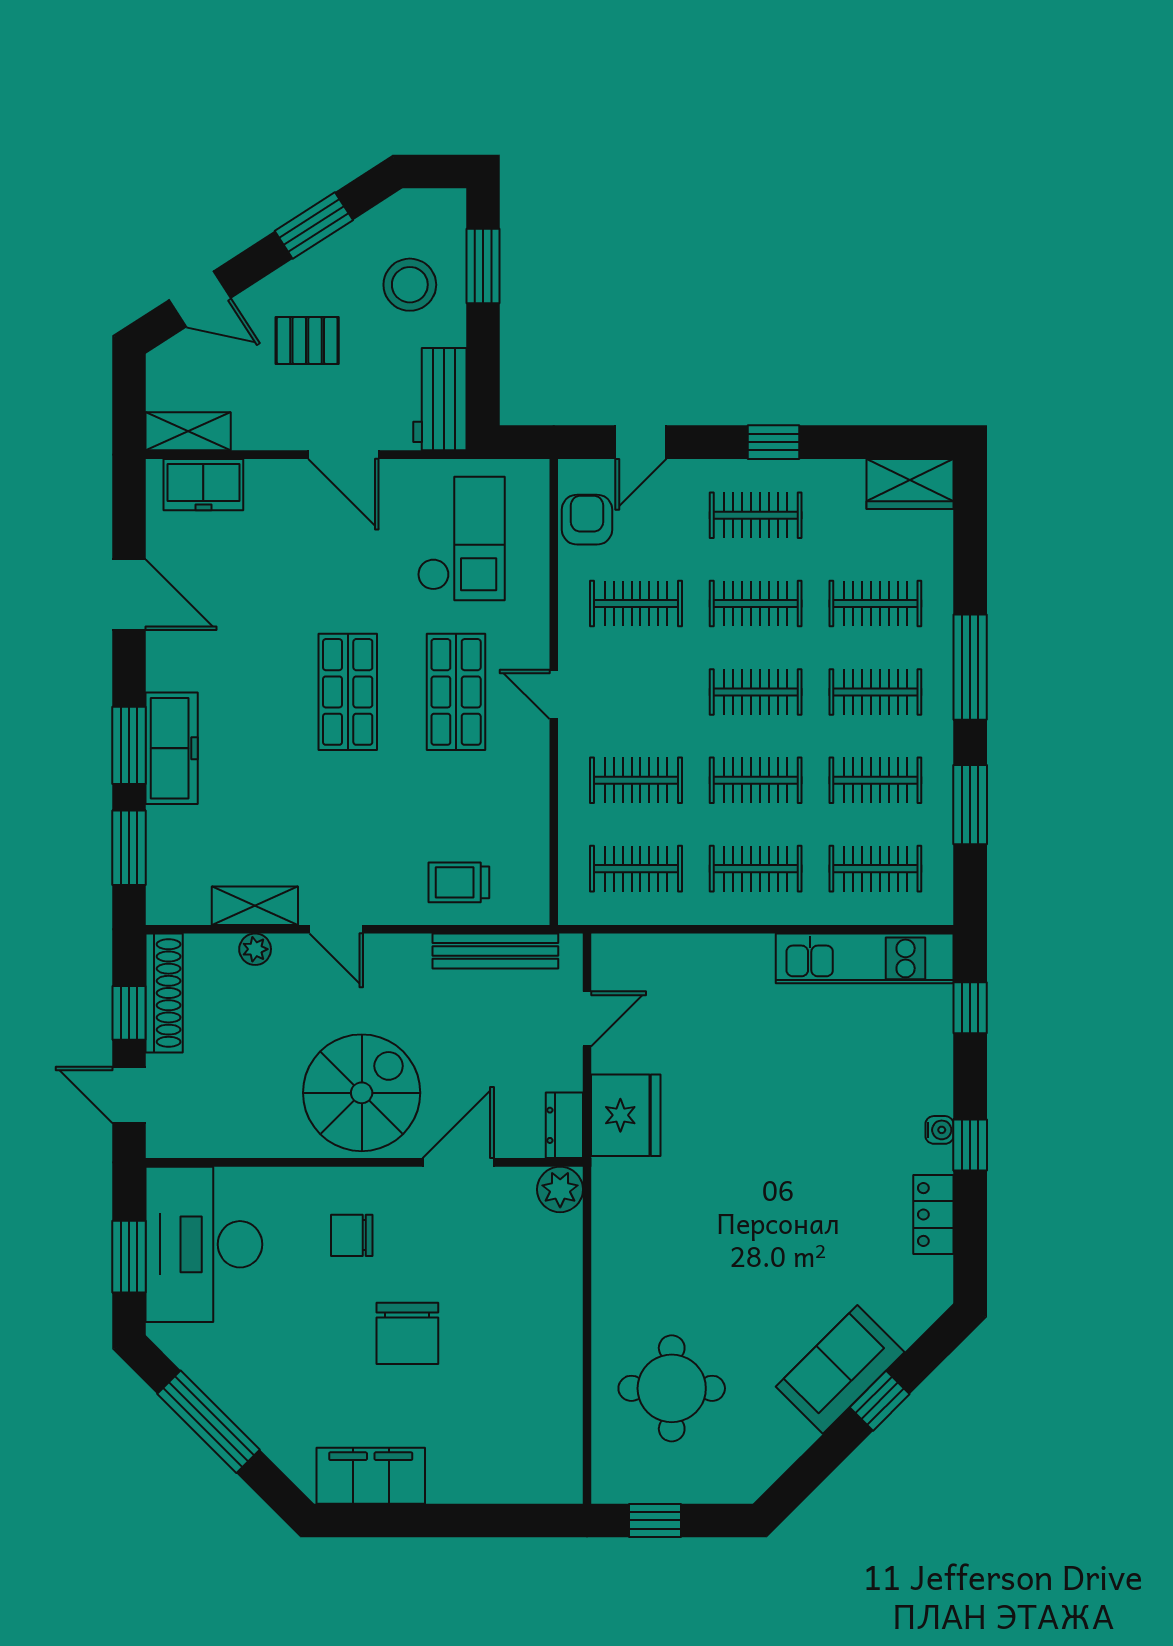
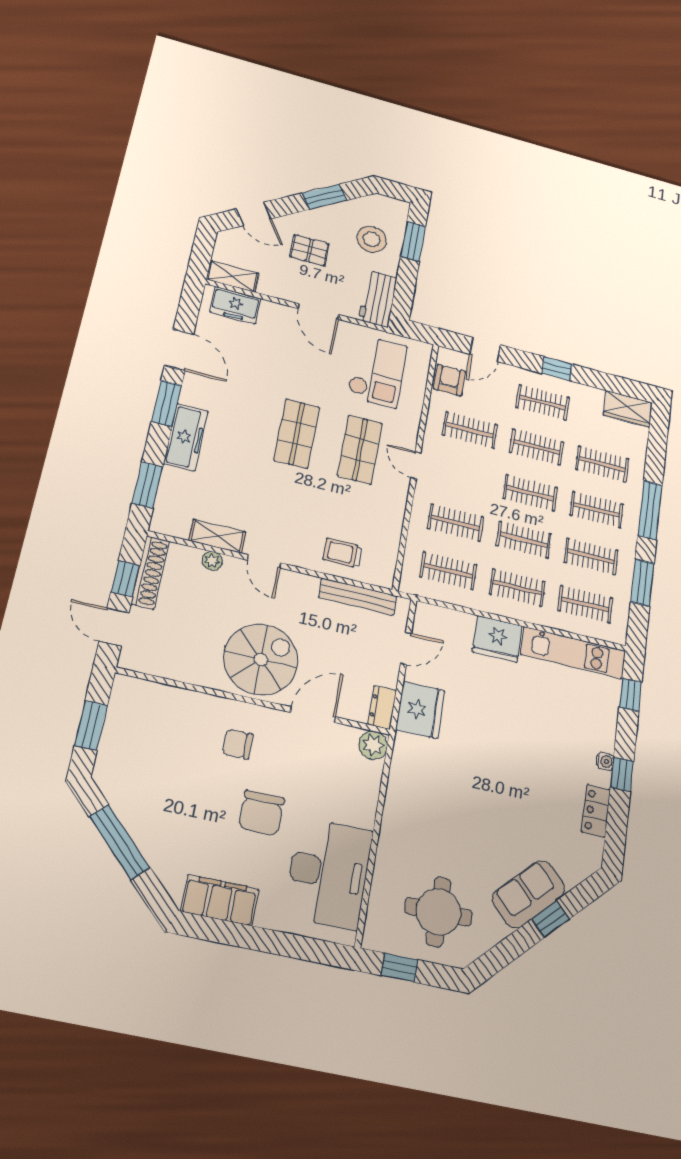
window: (129, 745) -> (167, 403), moved
fridge: (734, 966) -> (497, 639), added
desk: (204, 1244) -> (329, 873), moved, turned 180
round table: (672, 1388) -> (439, 912), moved

